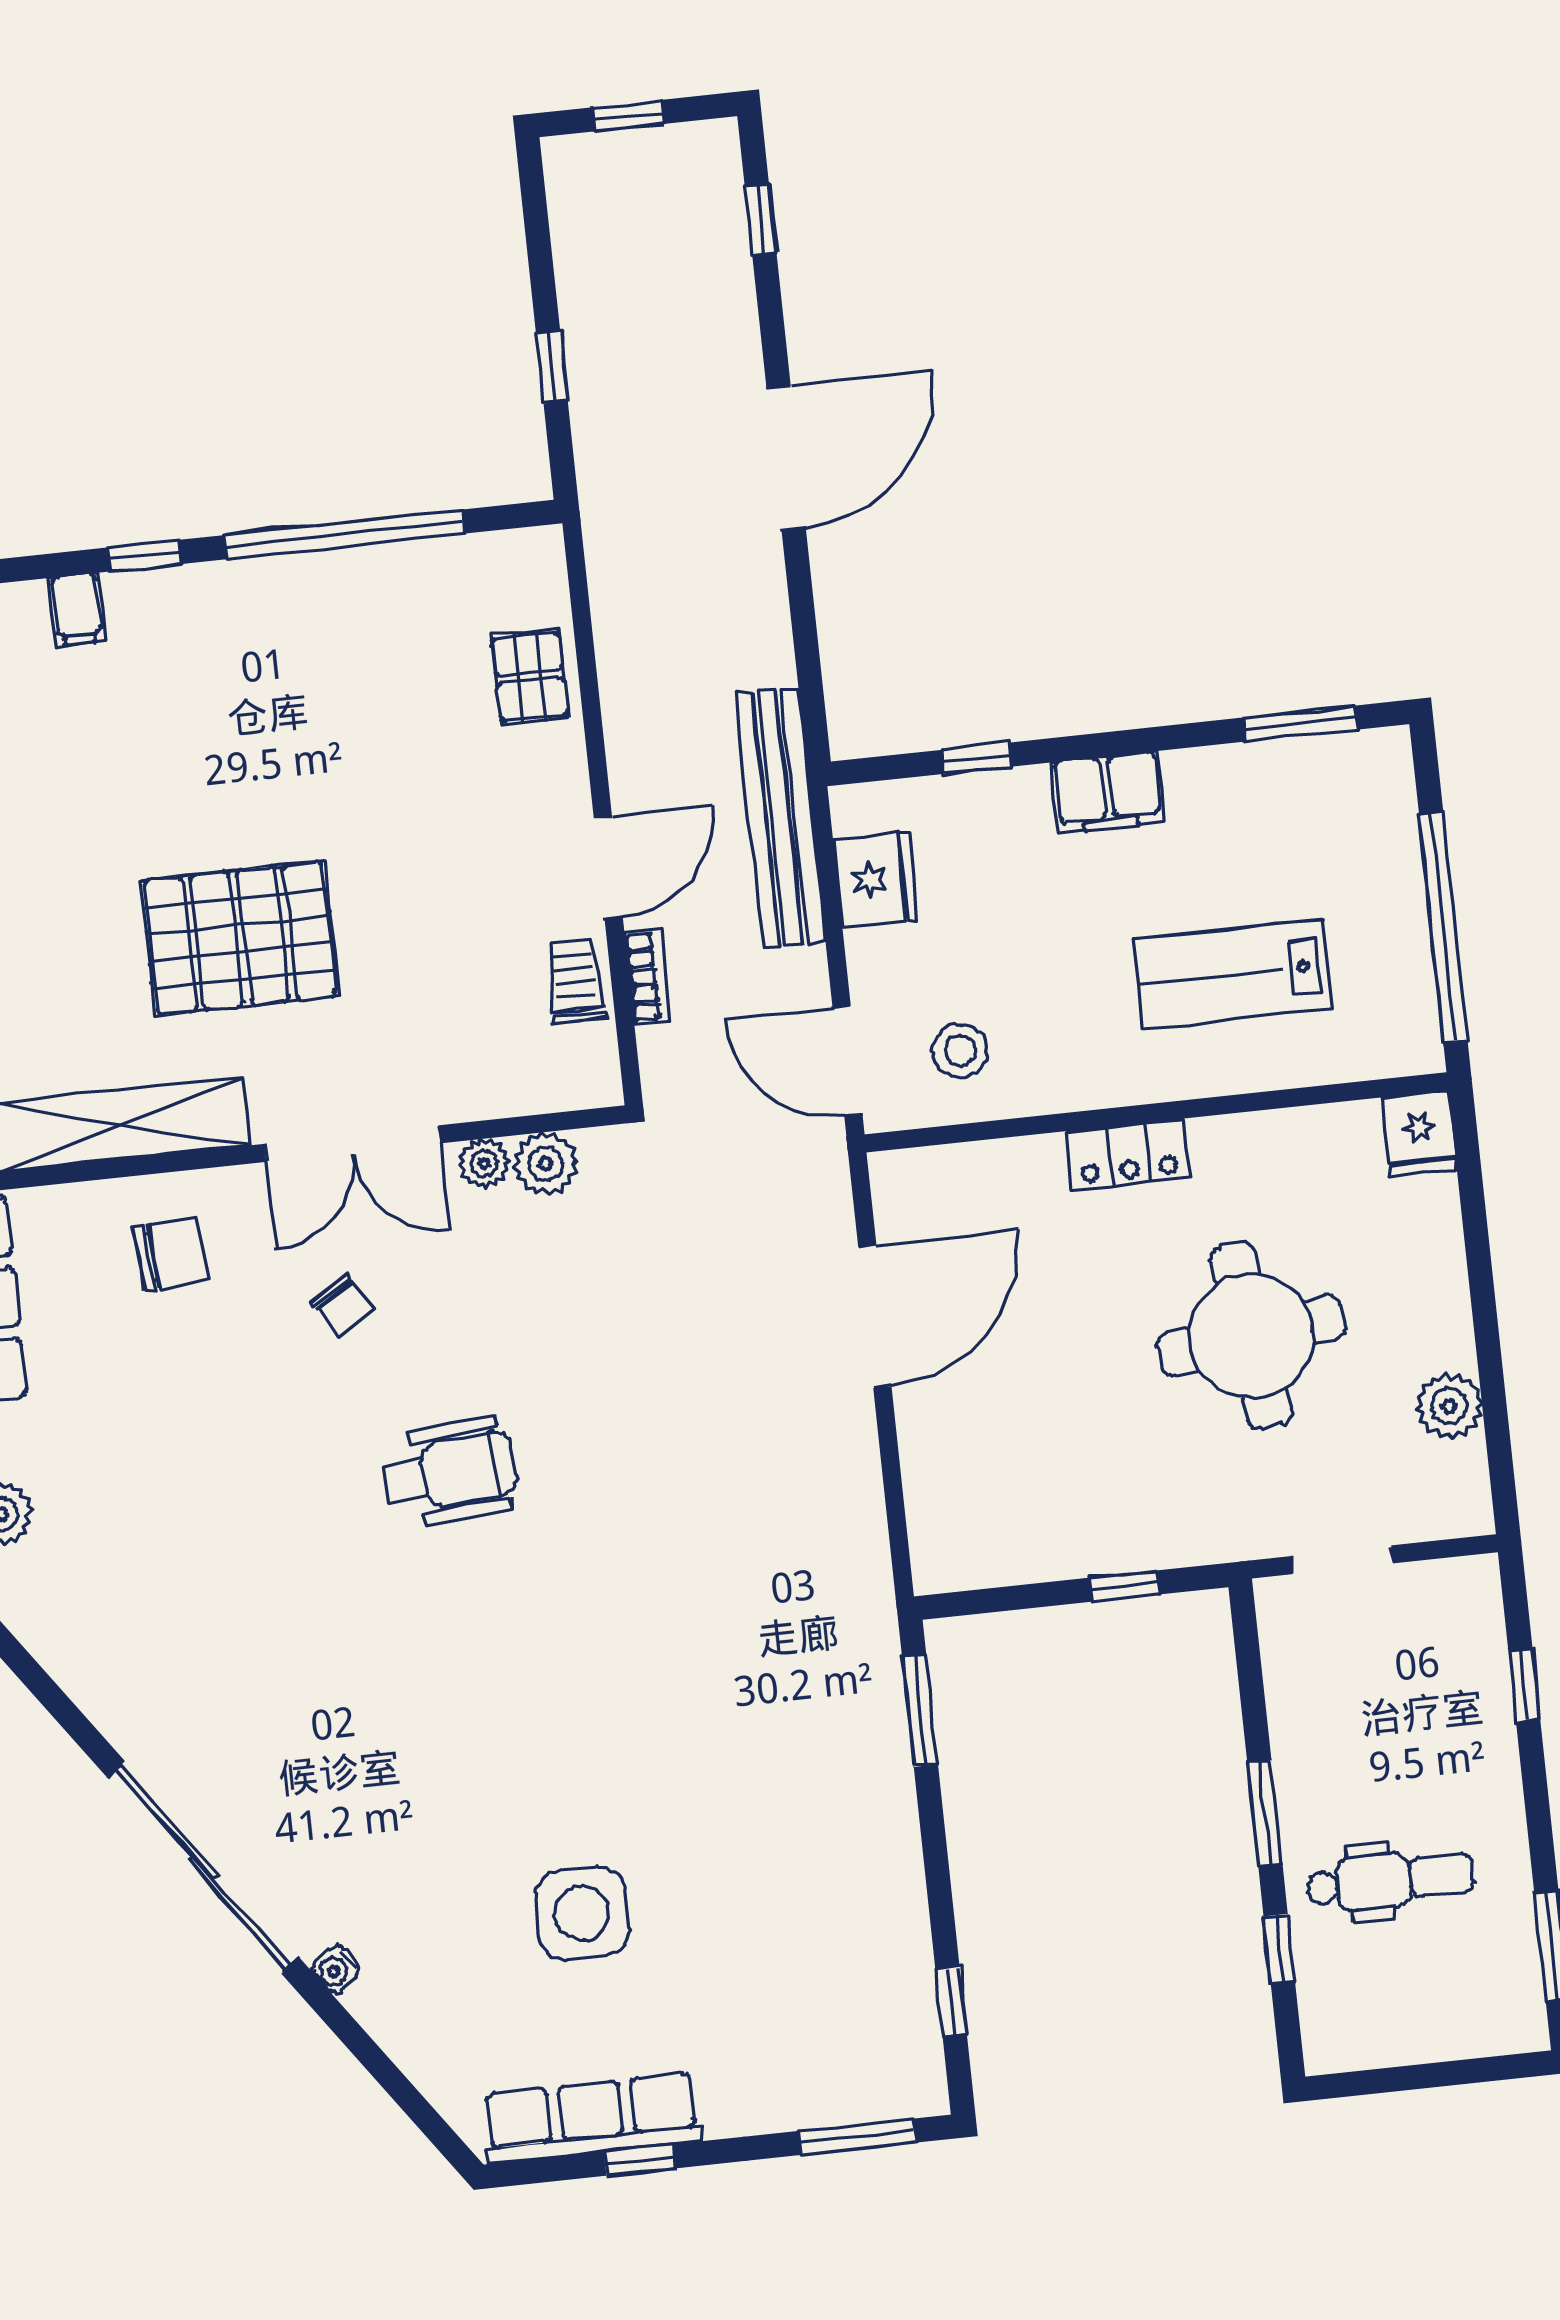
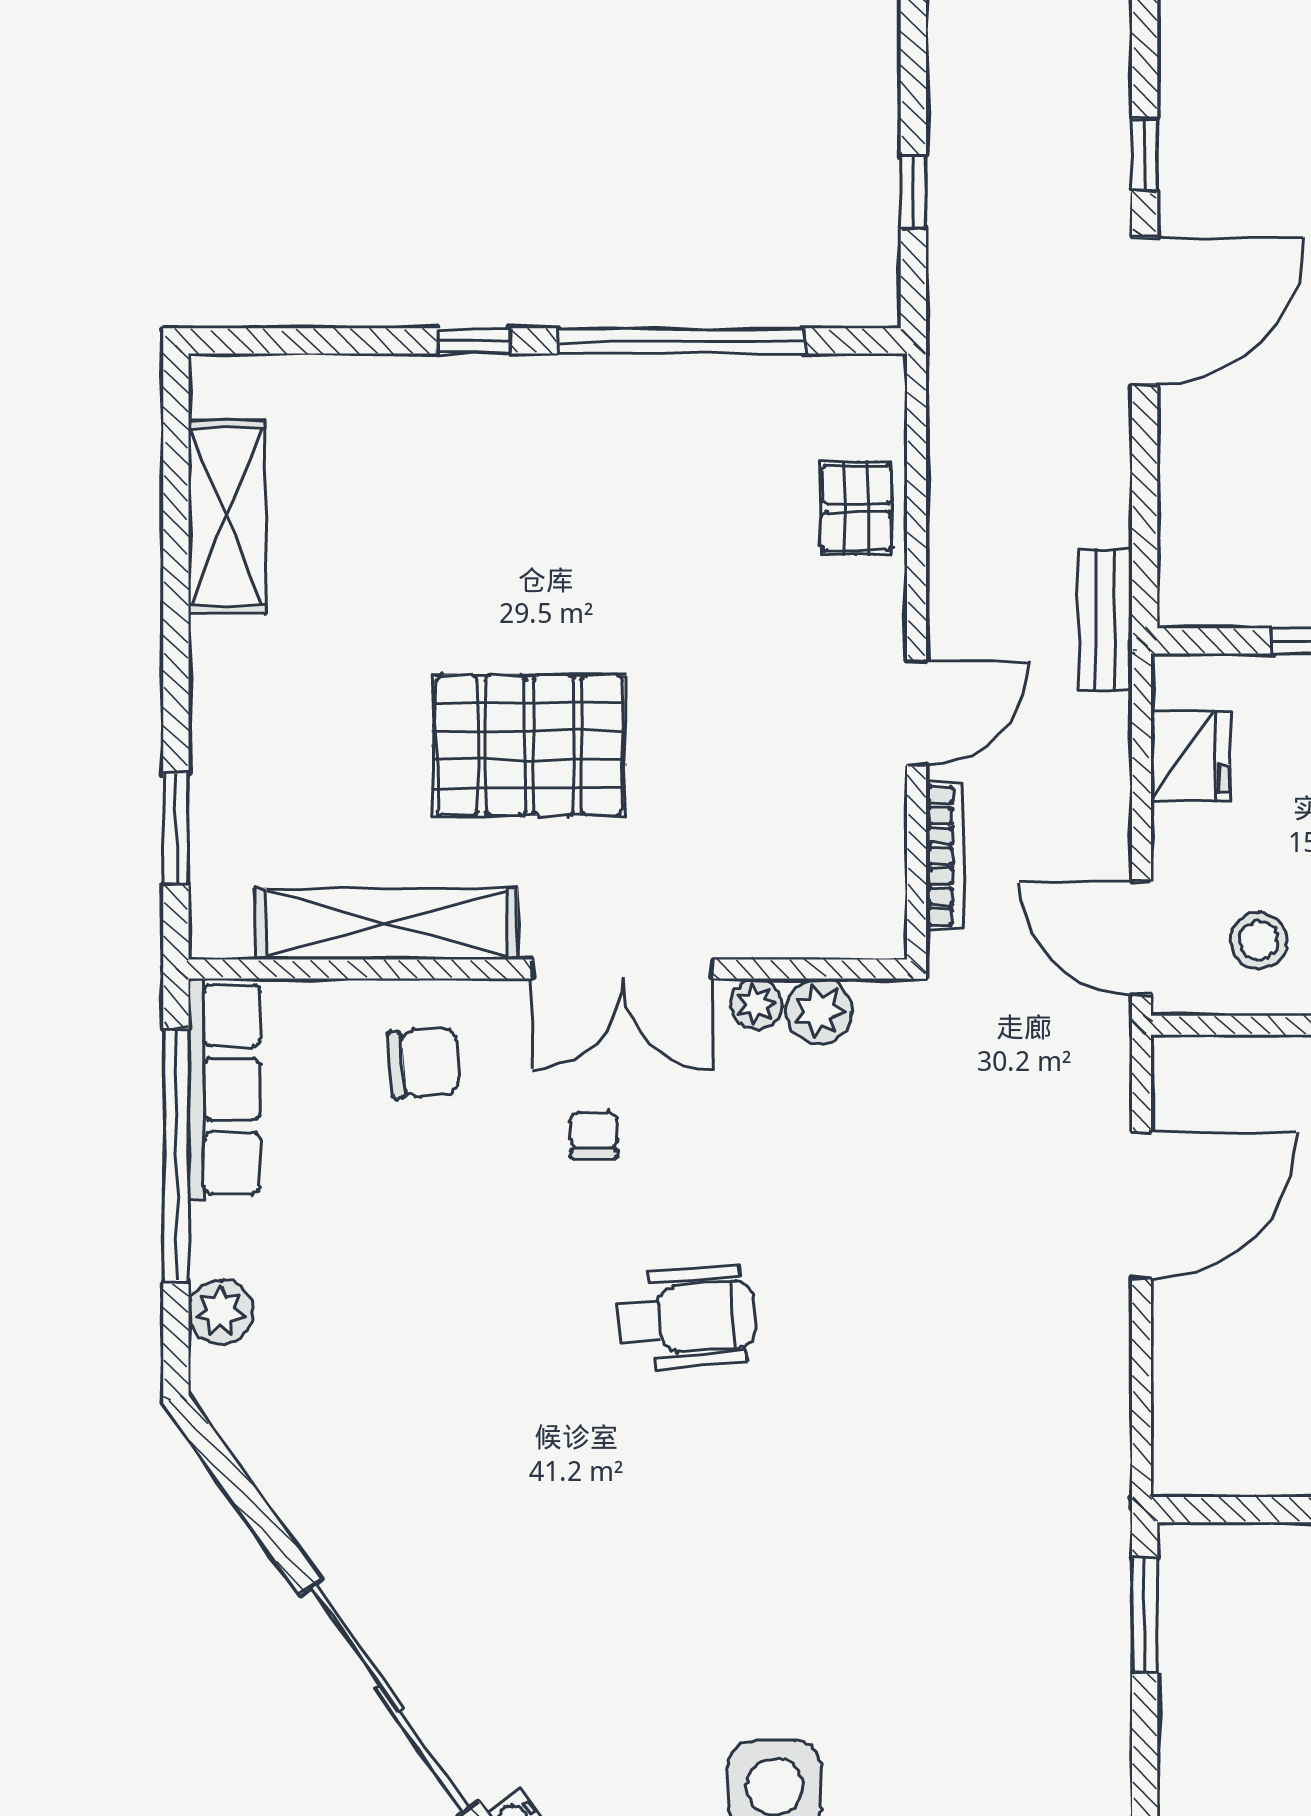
window: (761, 220) -> (1145, 155), moved
filing cabinet: (77, 610) -> (398, 389), removed
bench: (780, 818) -> (1105, 620), width x0.54, depth x0.82
bookcase: (647, 976) -> (945, 856), width x1.56
trolley: (575, 981) -> (870, 826), removed
chair: (342, 1306) -> (594, 1135), turned -148

